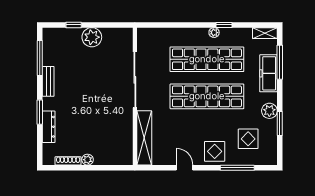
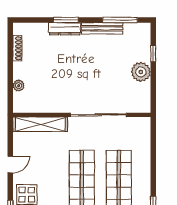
plant: (214, 33) -> (146, 194), removed
bench: (48, 81) -> (102, 28), width x1.36
dresser: (49, 127) -> (65, 29), moved
plant: (88, 160) -> (19, 86), moved

